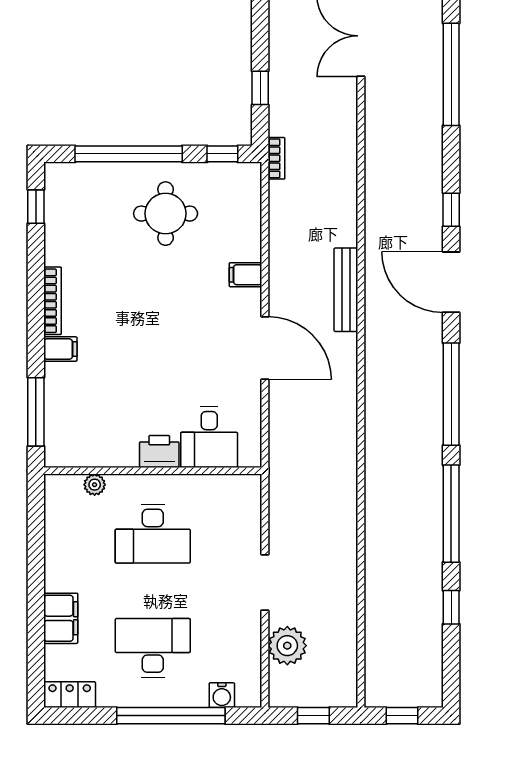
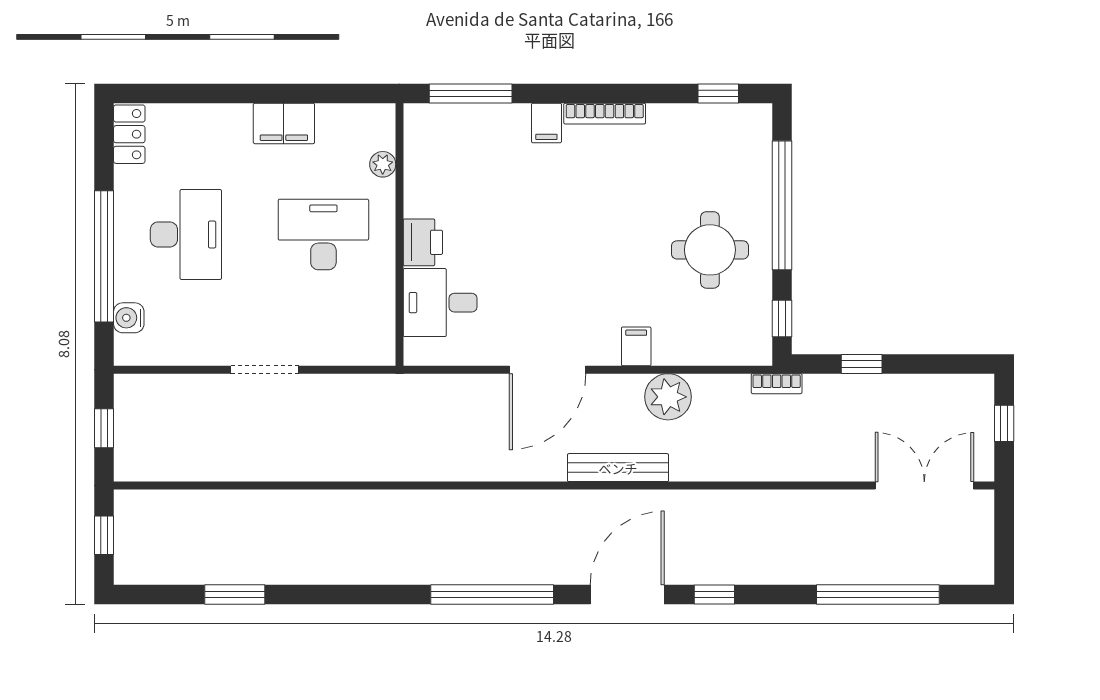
window: (451, 514) -> (348, 594), removed
desk: (153, 534) -> (323, 234), turned 90
window: (451, 607) -> (235, 594), width x1.50
filing cabinet: (61, 618) -> (284, 123), moved
plant: (287, 646) -> (668, 397), moved

